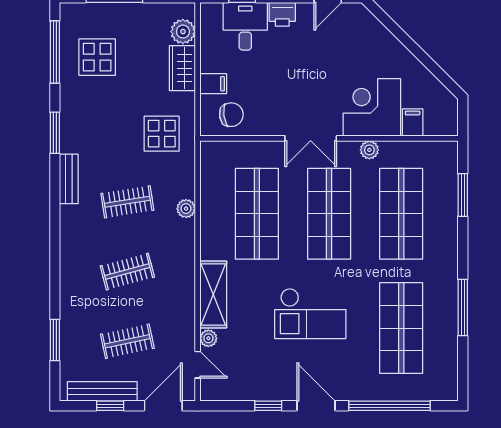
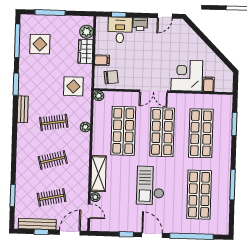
plant: (369, 150) -> (99, 96), moved
checkout: (310, 314) -> (150, 185), turned 90

